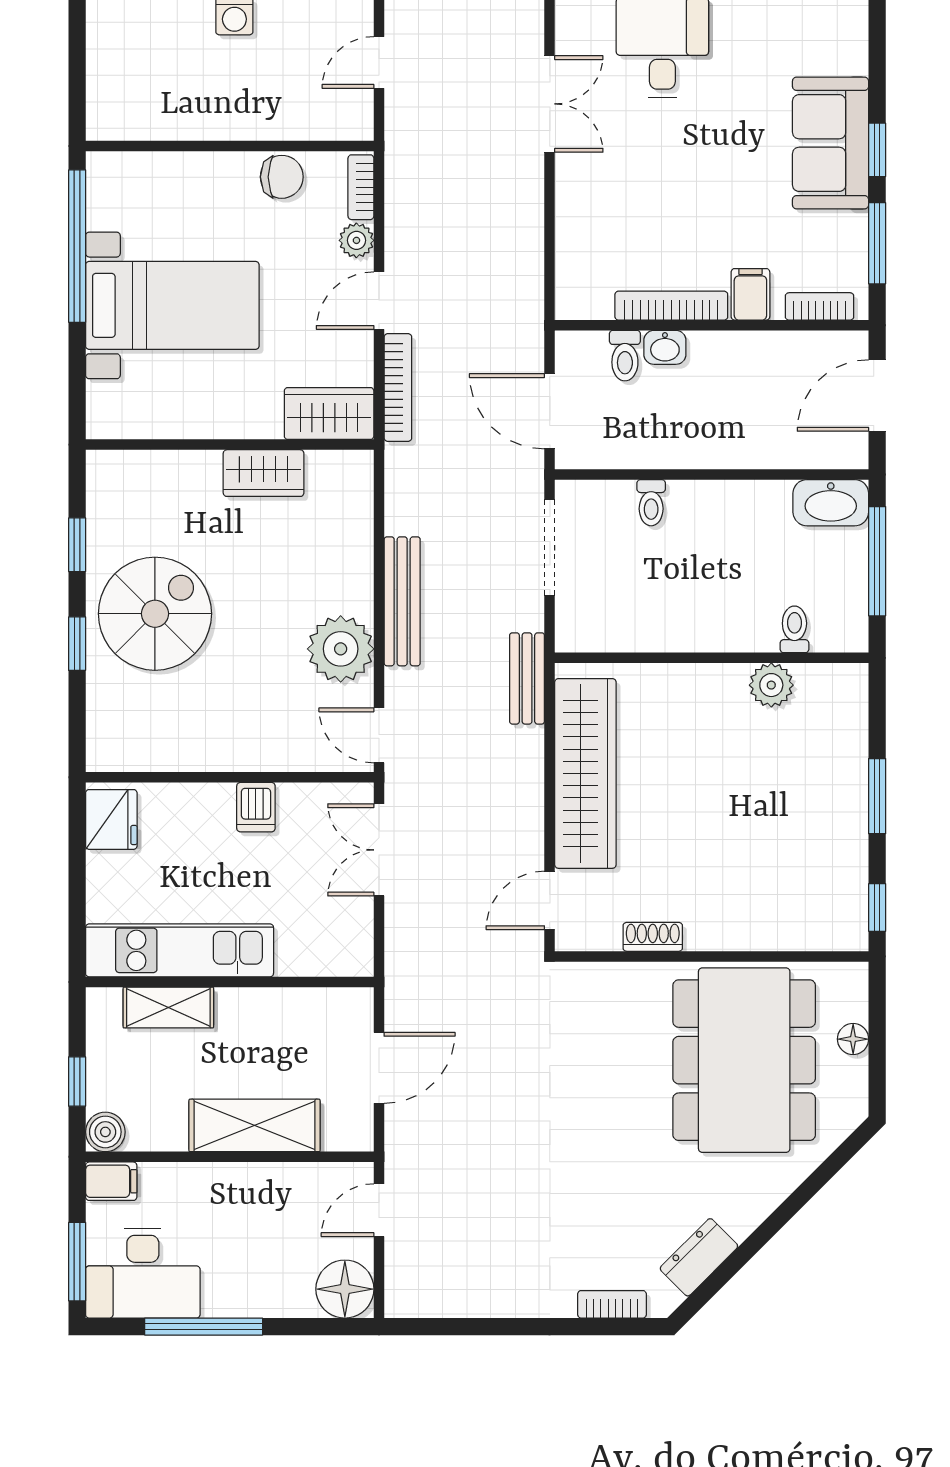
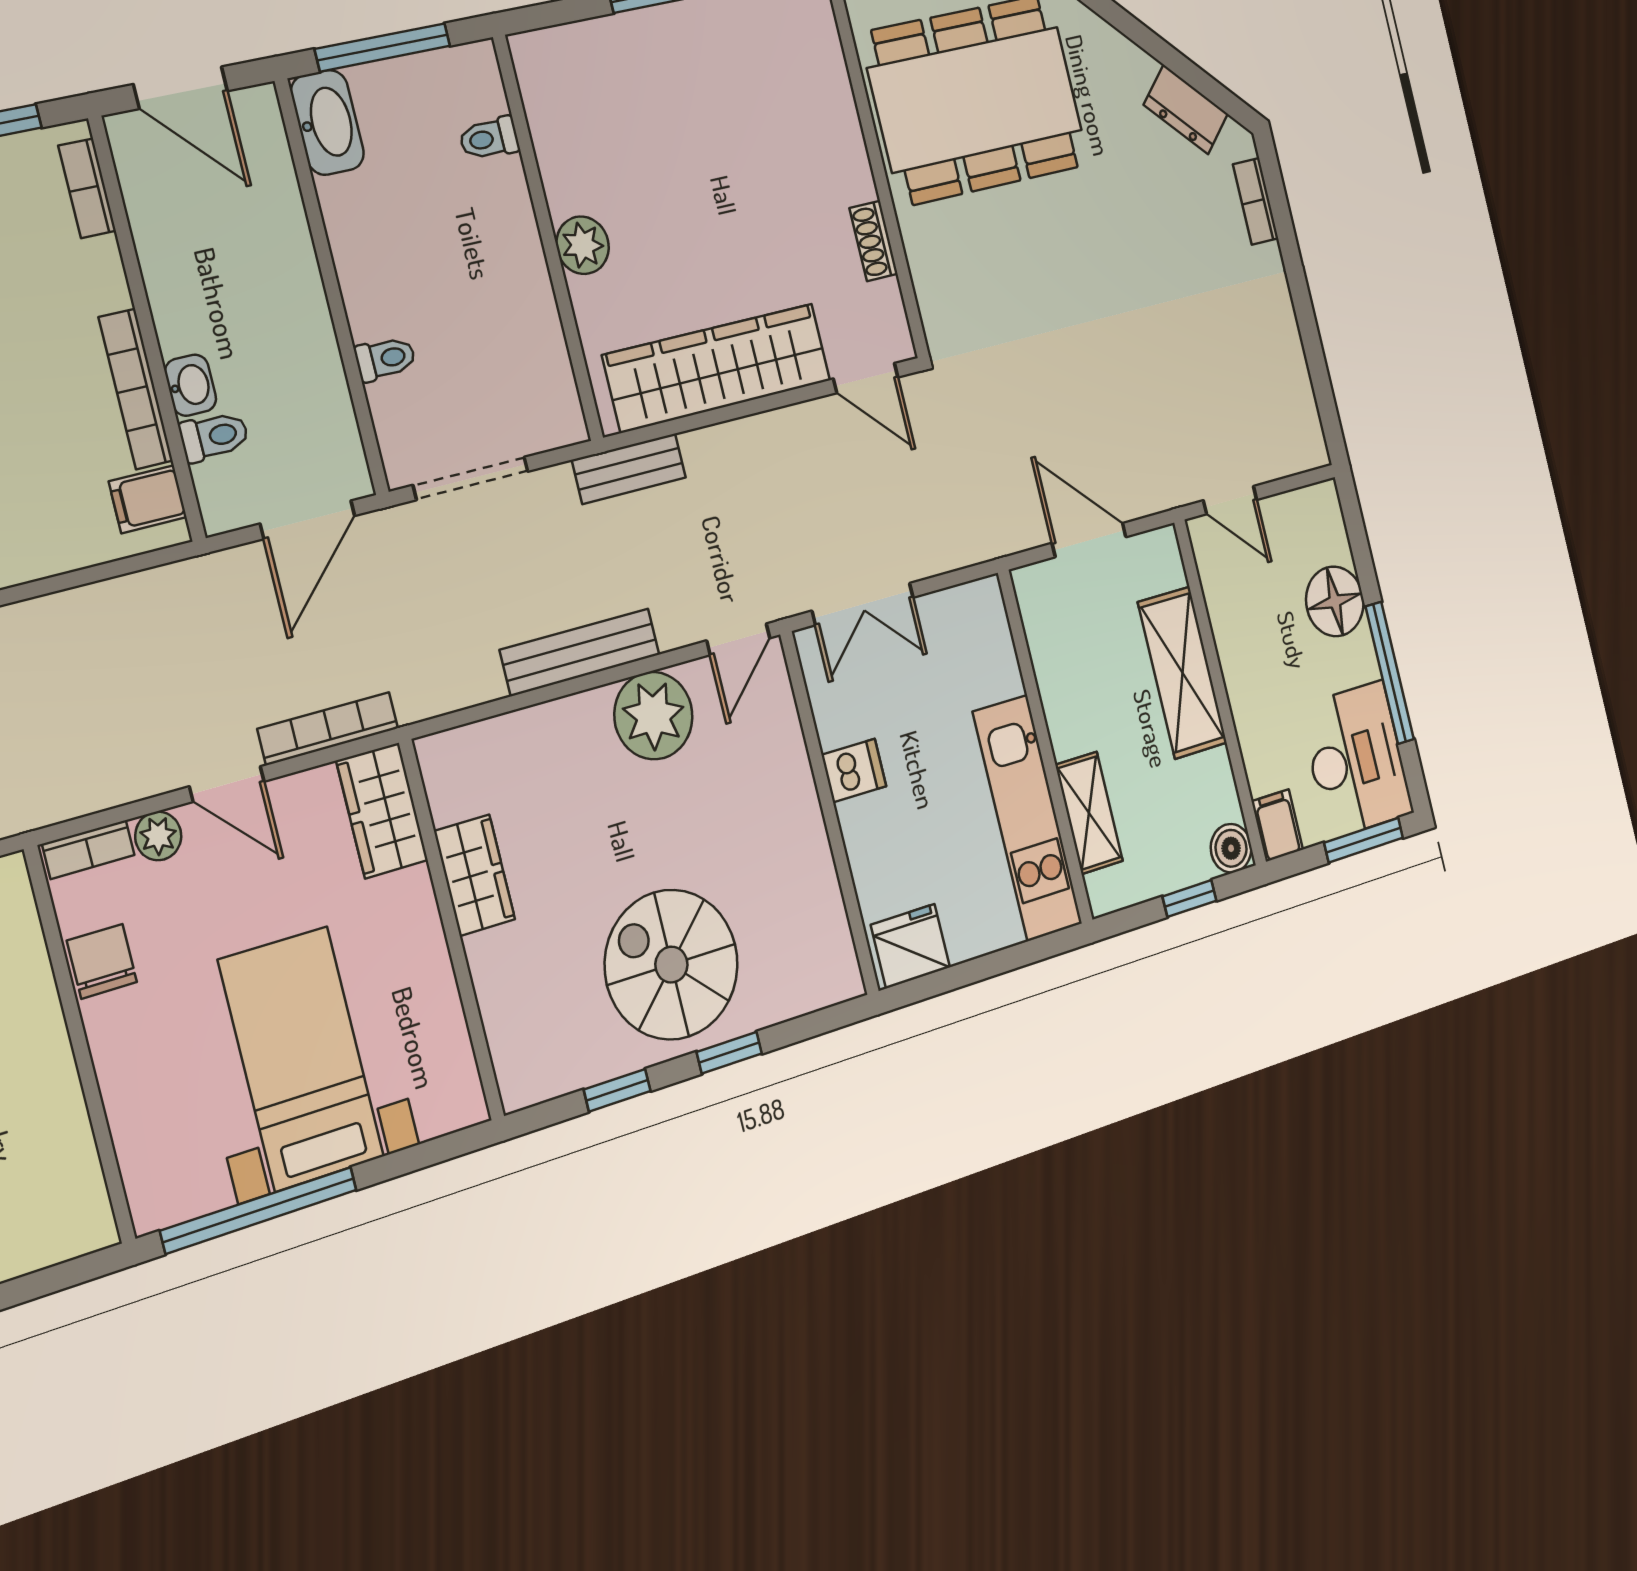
filing cabinet: (750, 294) -> (148, 499), moved
plant: (771, 685) -> (583, 245), moved
floor lamp: (345, 1289) -> (1335, 601), moved

